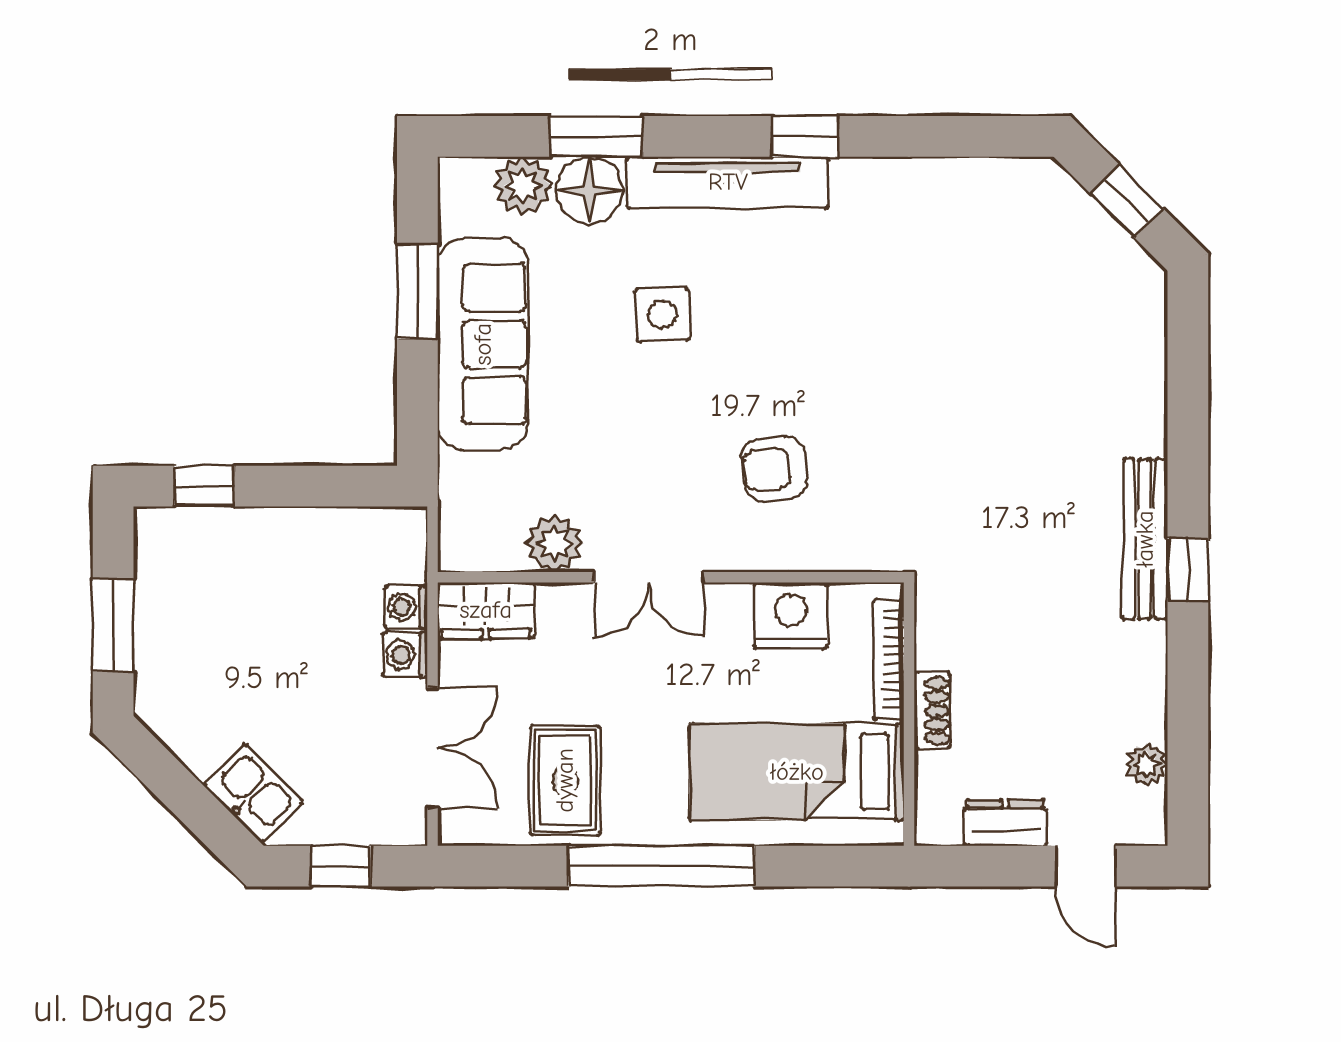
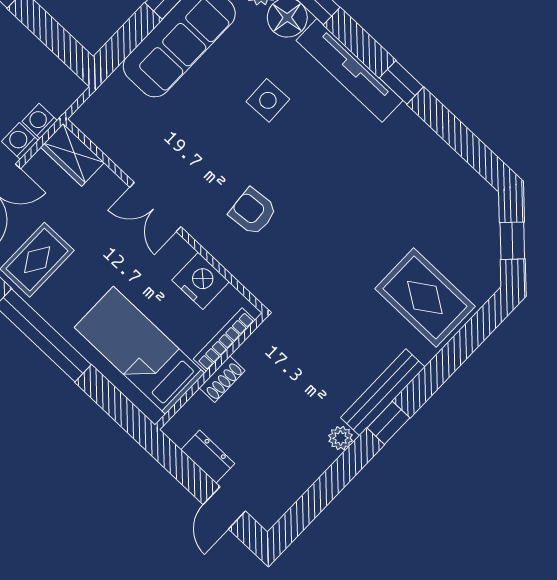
rug: (1086, 373) -> (425, 298), added
plant: (555, 543) -> (129, 154), removed
plant: (1147, 764) -> (341, 438), moved

